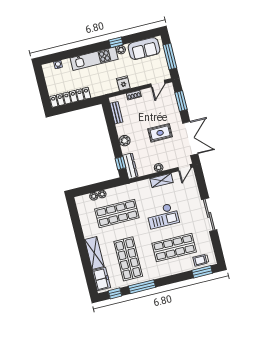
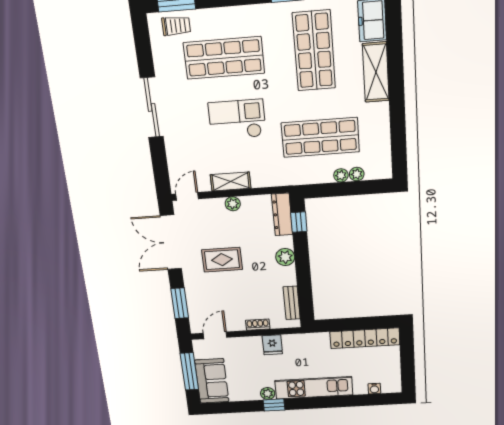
sofa: (144, 49) -> (212, 381), moved, turned 90

